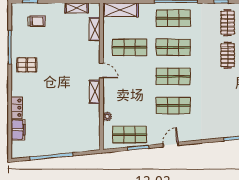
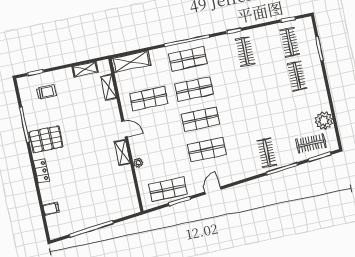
clothes rail: (228, 55) -> (267, 153), moved
pallet: (27, 65) -> (46, 139), width x1.50, depth x1.42
locker: (17, 108) -> (42, 171), moved
plant: (107, 116) -> (138, 163), moved
filing cabinet: (18, 130) -> (51, 209), width x0.50

